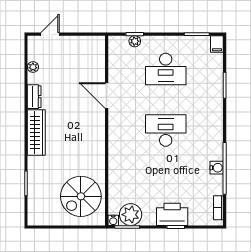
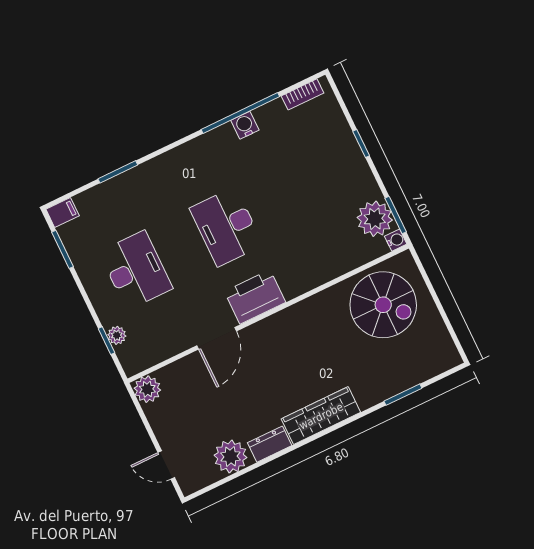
plant: (97, 44) -> (147, 389), added
plant: (33, 67) -> (231, 456), width x1.88, depth x1.88
printer: (172, 214) -> (255, 297), moved, turned 90

